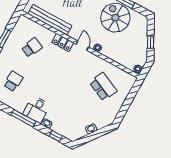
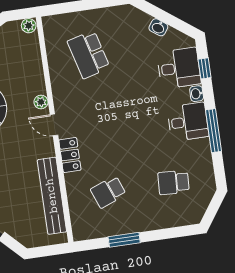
door: (82, 46) -> (54, 125), hinge flipped
school desk: (32, 48) -> (108, 192), turned -45
school desk: (103, 87) -> (89, 55), turned -39
desk: (65, 124) -> (179, 68), added

